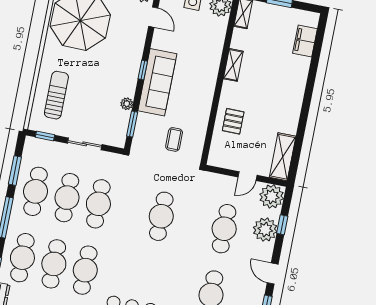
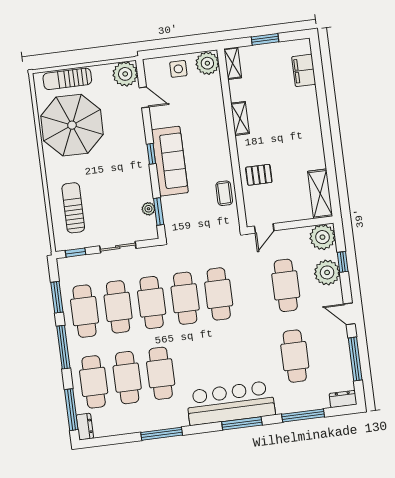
plant: (127, 104) -> (148, 209), moved
pallet: (233, 121) -> (259, 175), turned 90
coffee table: (174, 139) -> (224, 193), moved
door: (247, 176) -> (264, 228), moved
cafe table: (130, 210) -> (185, 298), added

